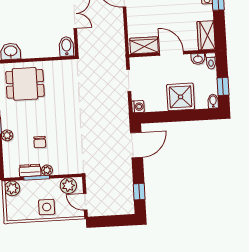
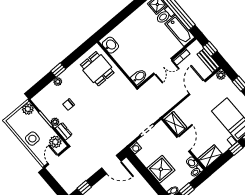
dresser: (30, 170) -> (64, 131), moved

